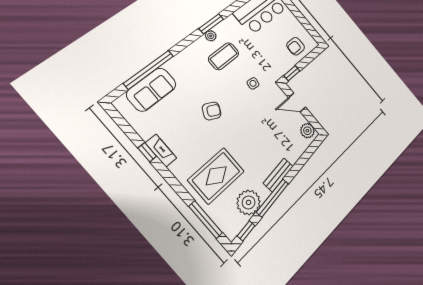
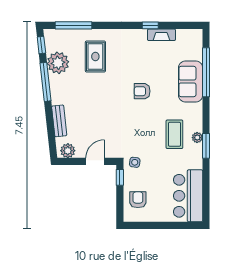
side table: (253, 83) -> (135, 162), moved
sofa: (151, 89) -> (191, 82), moved
armchair: (212, 111) -> (142, 91), turned 64
fireplace: (161, 151) -> (161, 35), moved
bench: (278, 175) -> (59, 121), moved
rug: (216, 176) -> (95, 56), width x0.73, depth x0.70

